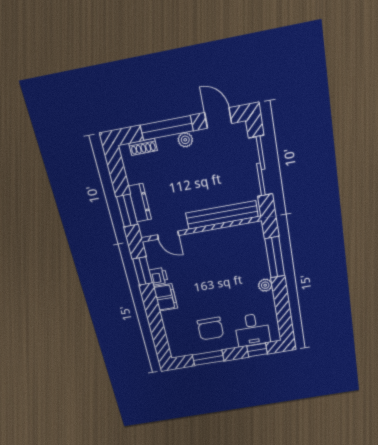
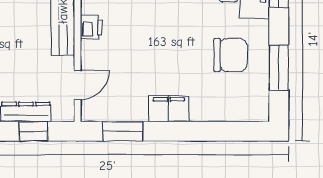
window: (127, 211) -> (33, 131), width x0.67
printer: (159, 276) -> (91, 27), moved, turned 90

